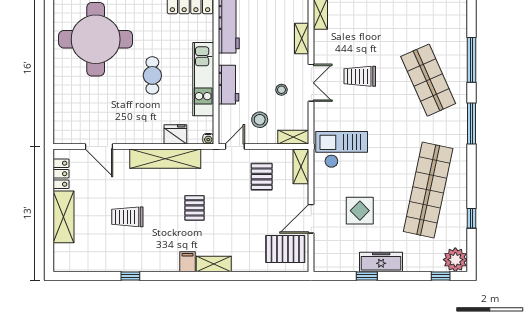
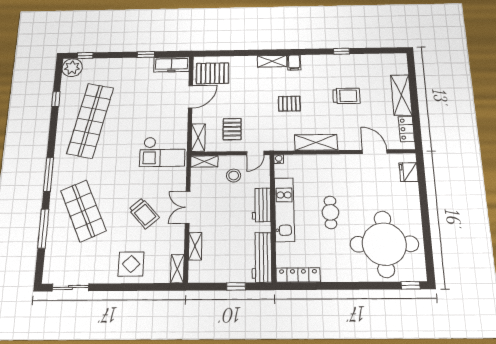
trolley: (360, 76) -> (144, 213), turned 49
stool: (281, 90) -> (214, 201), removed
fridge: (175, 134) -> (409, 172), moved, turned 90
shelving: (165, 159) -> (316, 142), width x0.68
pallet: (195, 208) -> (289, 104), turned 90
display table: (360, 211) -> (131, 264), moved
freezer: (381, 262) -> (172, 64), moved

